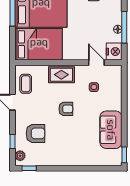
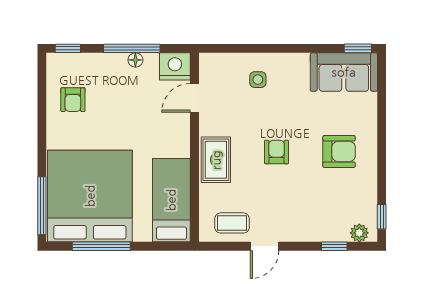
bed: (39, 44) -> (171, 200), width x0.67
side table: (94, 87) -> (258, 80), moved
sofa: (111, 130) -> (344, 72), moved
armchair: (35, 133) -> (339, 151), moved, turned 90

